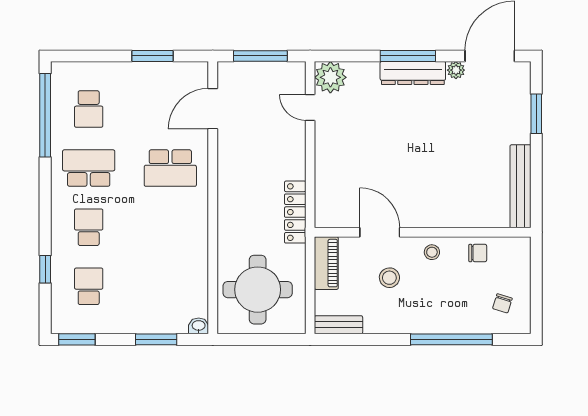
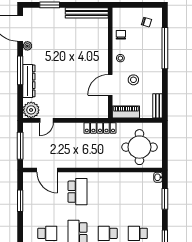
dresser: (413, 73) -> (29, 81), moved

